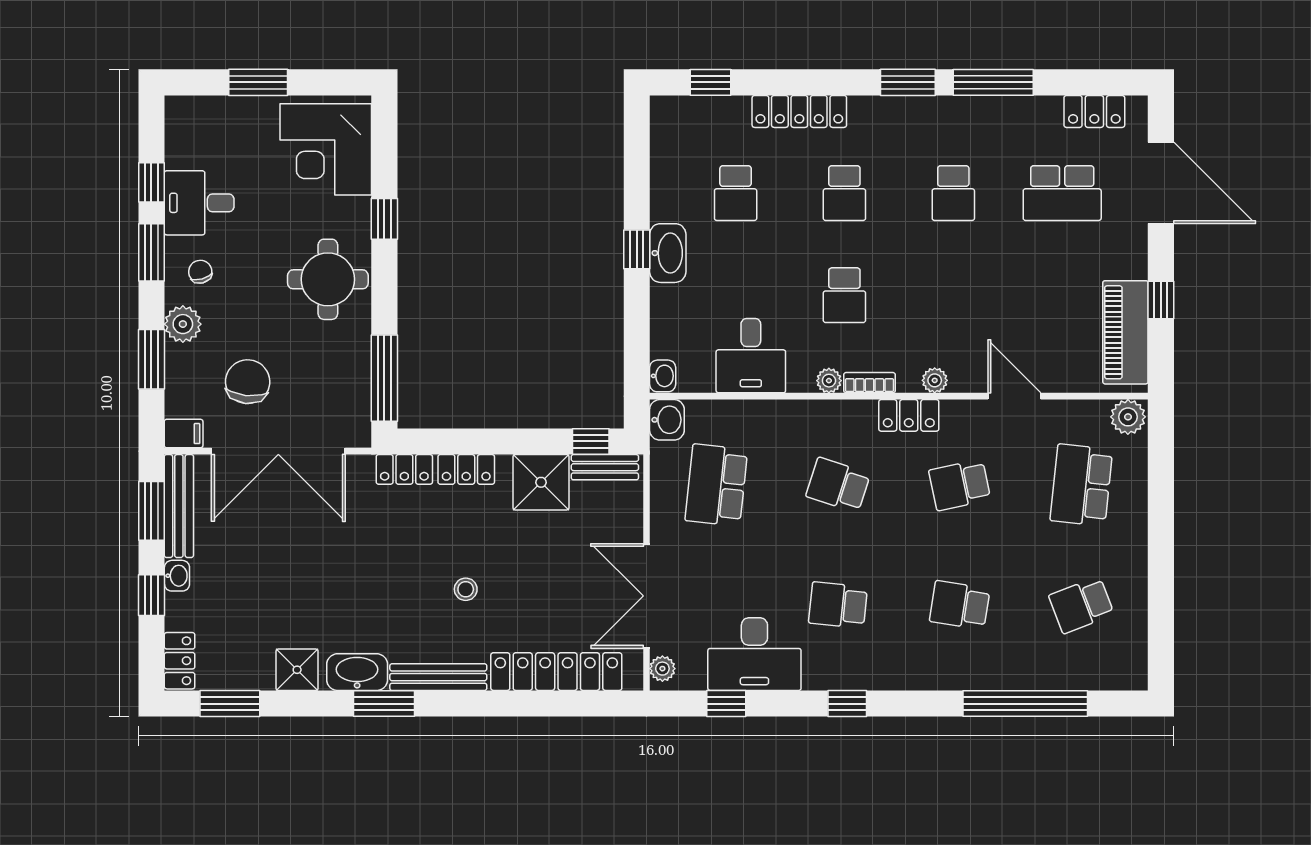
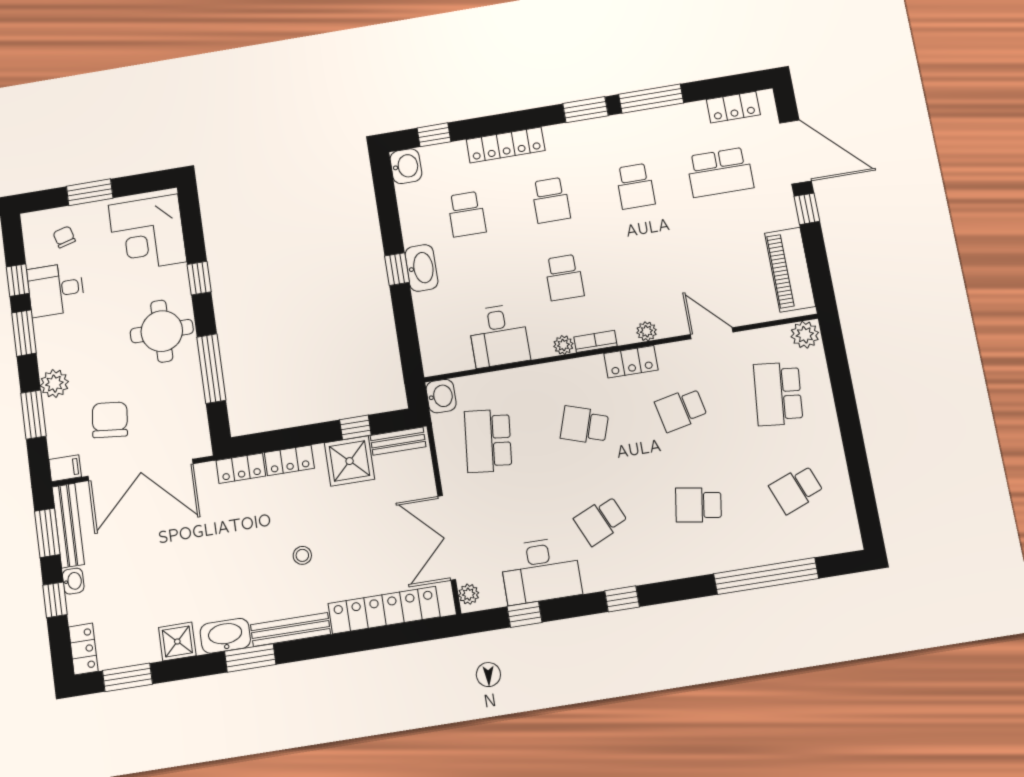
chair: (200, 272) -> (64, 237), moved
window: (1161, 300) -> (807, 209), moved
washbasin: (663, 376) -> (406, 166), moved, width x1.38, depth x1.45
window: (384, 378) -> (211, 369), moved
window: (591, 441) -> (355, 427), moved
school desk: (838, 605) -> (601, 521), turned -30

